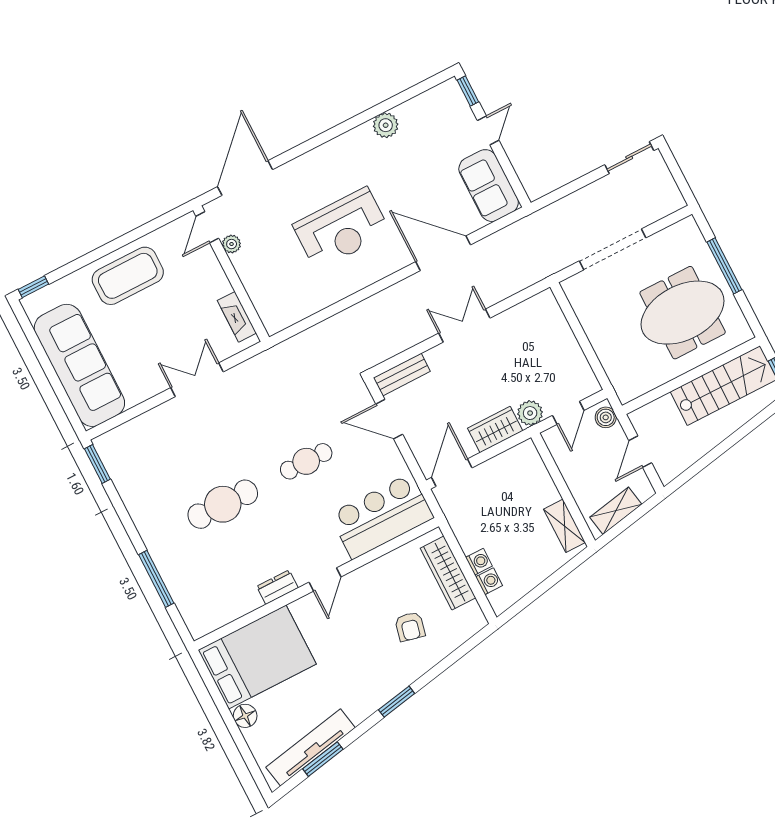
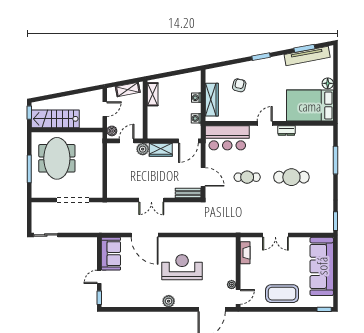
plant: (386, 125) -> (169, 301), moved
meeting table: (683, 313) -> (57, 158), turned 90
washing machine: (489, 581) -> (196, 118), moved

